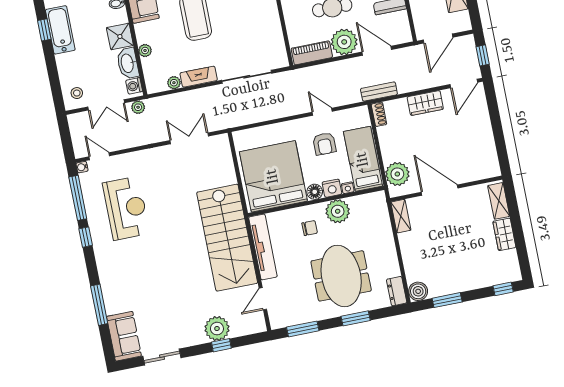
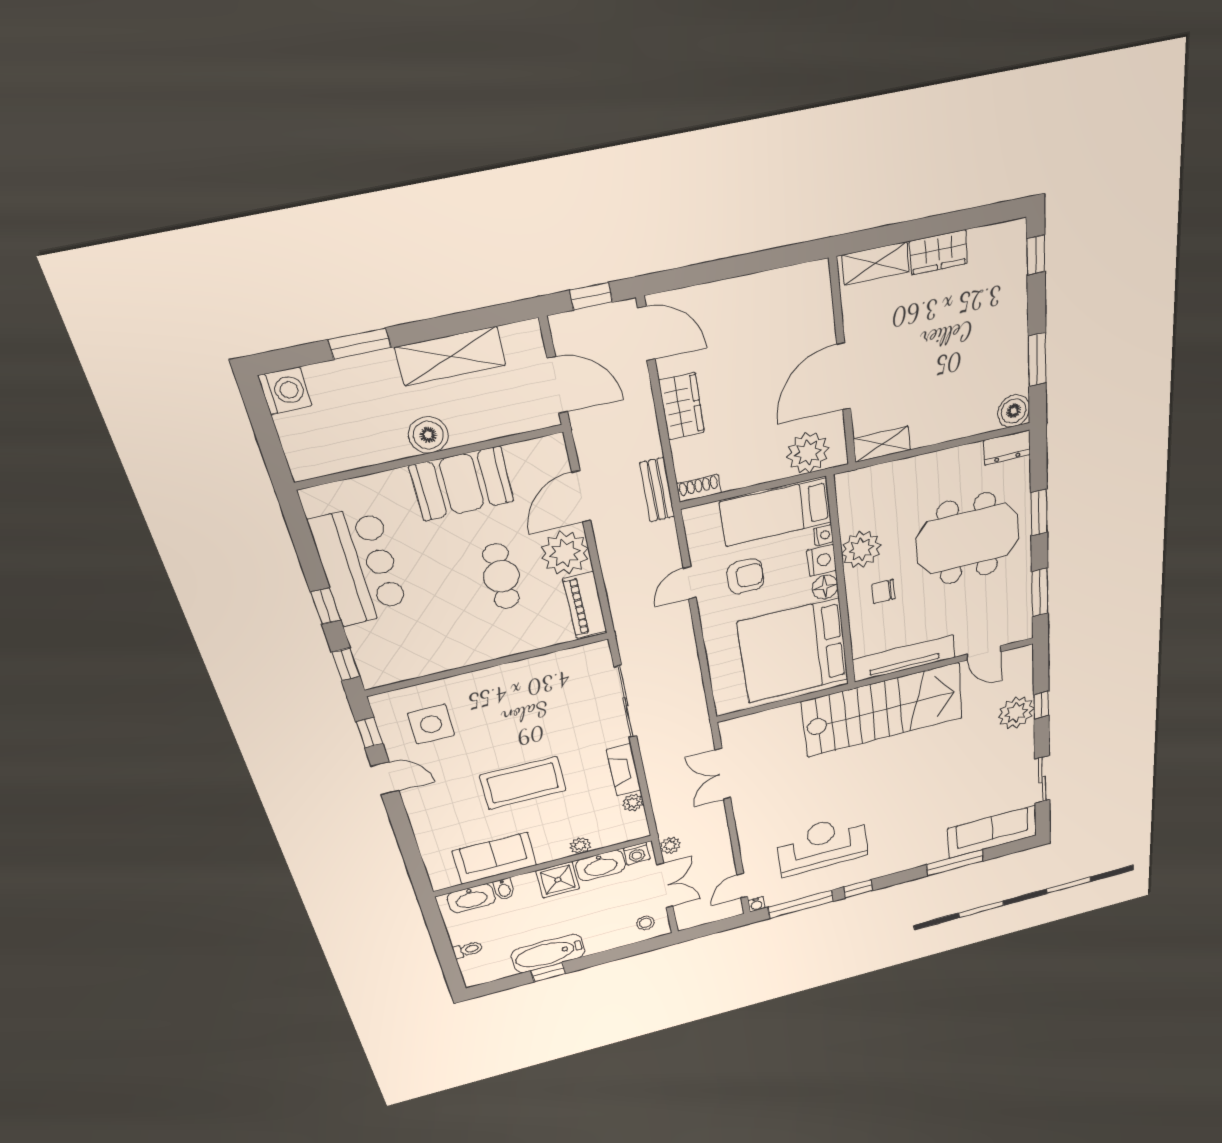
chair: (310, 228) -> (883, 591), turned -90
sofa: (124, 336) -> (992, 832), width x1.36

